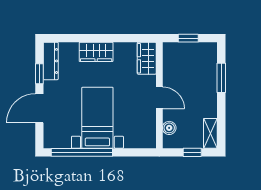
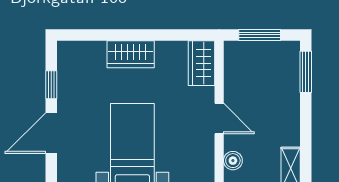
window: (188, 38) -> (260, 35), width x1.50
dresser: (51, 61) -> (67, 67), removed
window: (221, 78) -> (306, 72), moved

